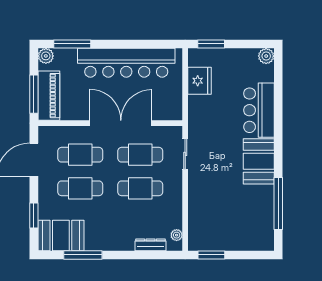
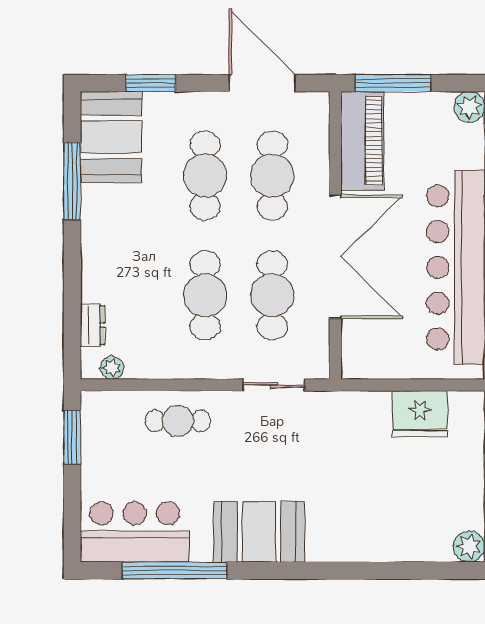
piano: (49, 96) -> (362, 141), moved, turned -90
bar counter: (259, 110) -> (135, 532), moved
cafe table: (203, 202) -> (178, 421), added
dresser: (150, 245) -> (92, 325), width x0.70

